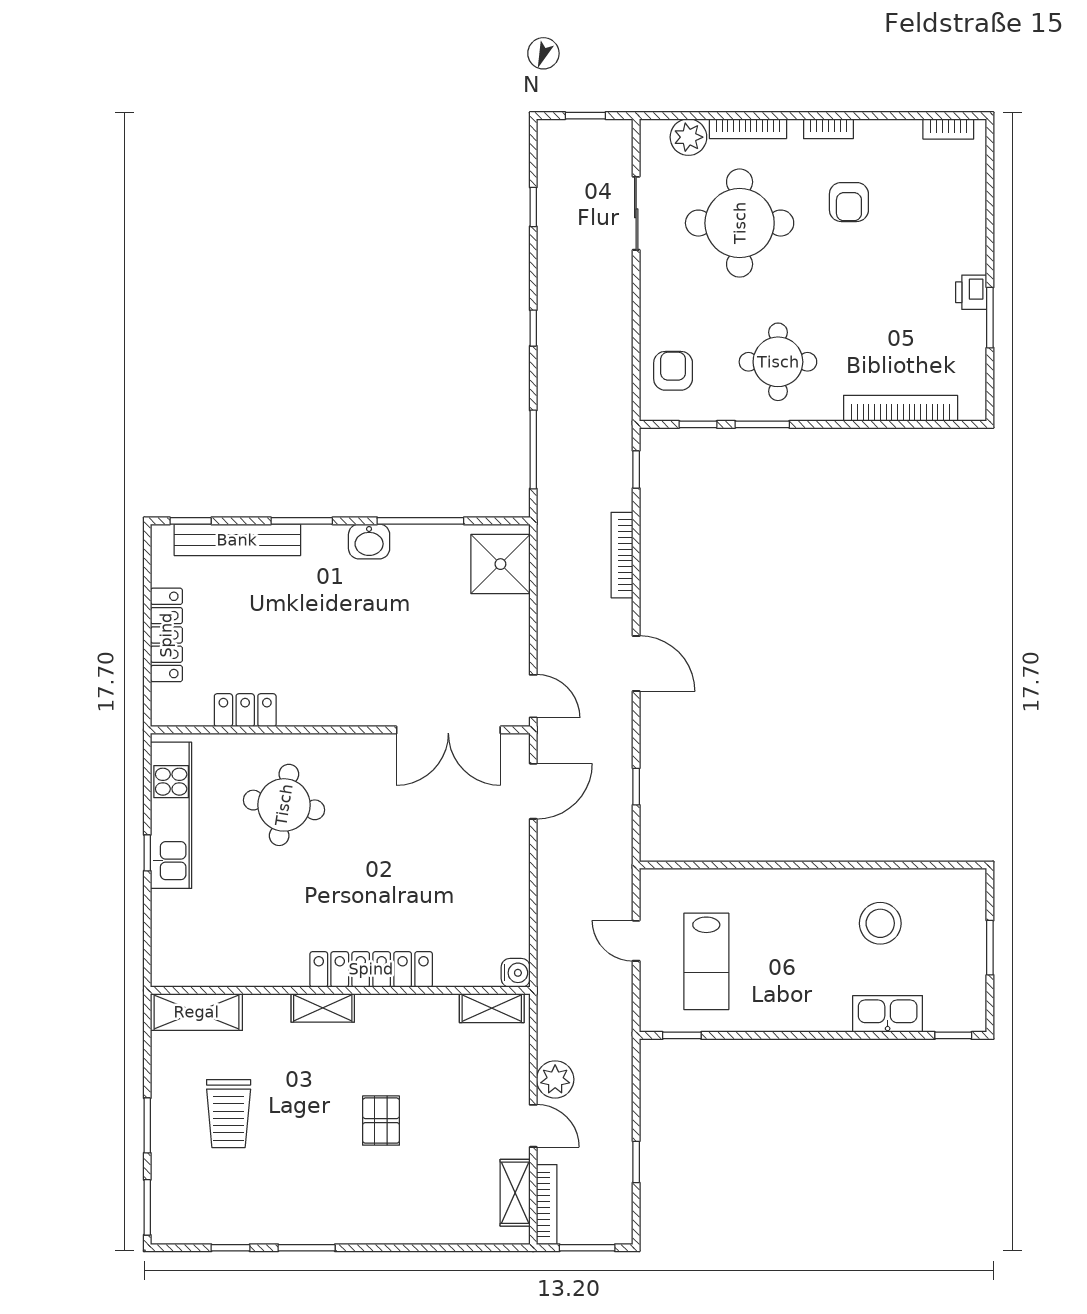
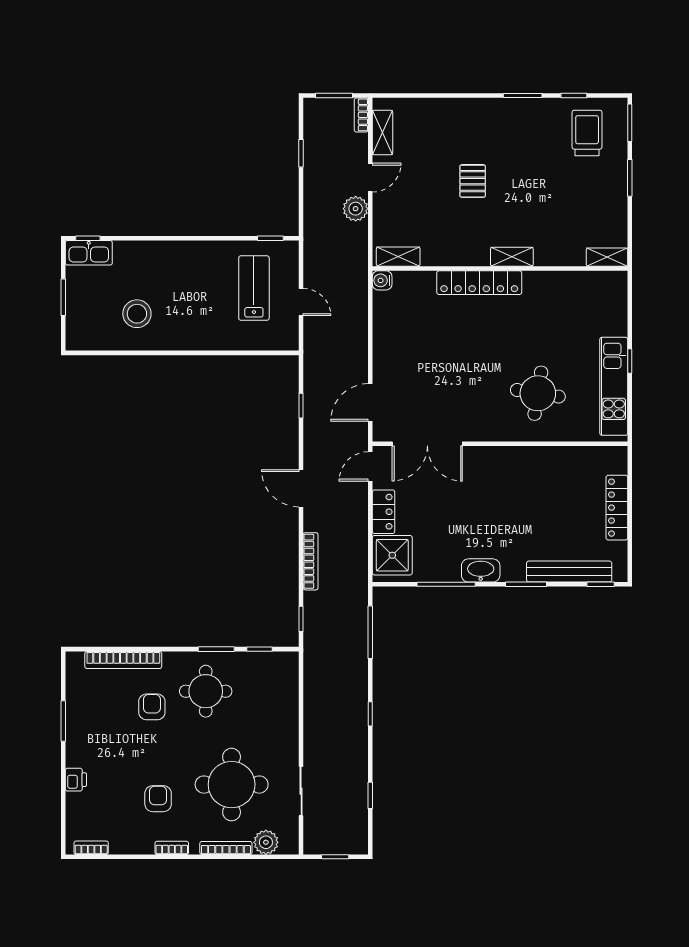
printer: (971, 292) -> (76, 780), moved
armchair: (673, 371) -> (152, 707), moved, turned 180
washbasin: (369, 541) -> (481, 570), width x1.38
door: (533, 696) -> (370, 466), hinge flipped
locker: (245, 710) -> (384, 512), moved, turned -90
double door: (448, 730) -> (427, 444), swing flipped
shelving: (196, 1012) -> (607, 257), width x0.67, depth x0.75
kitchen sink: (888, 1014) -> (89, 253), moved
trolley: (229, 1114) -> (587, 133), moved
door: (533, 1126) -> (370, 178), swing flipped
bookcase: (547, 1204) -> (361, 115), width x0.64

